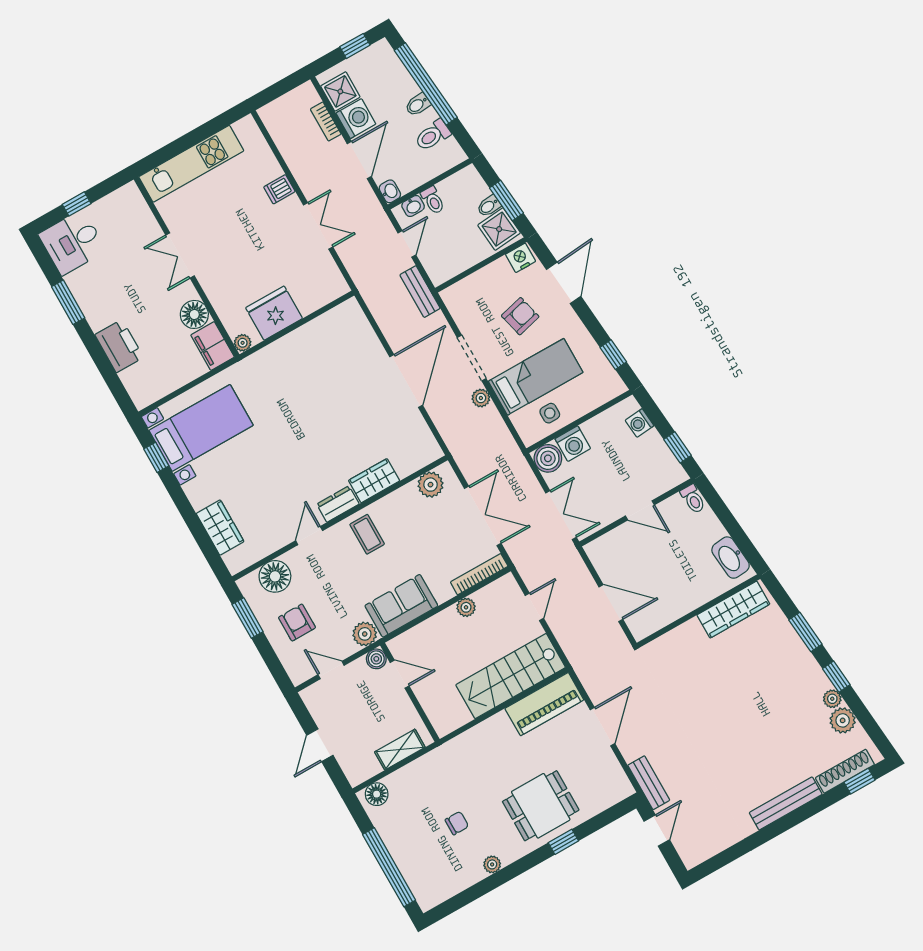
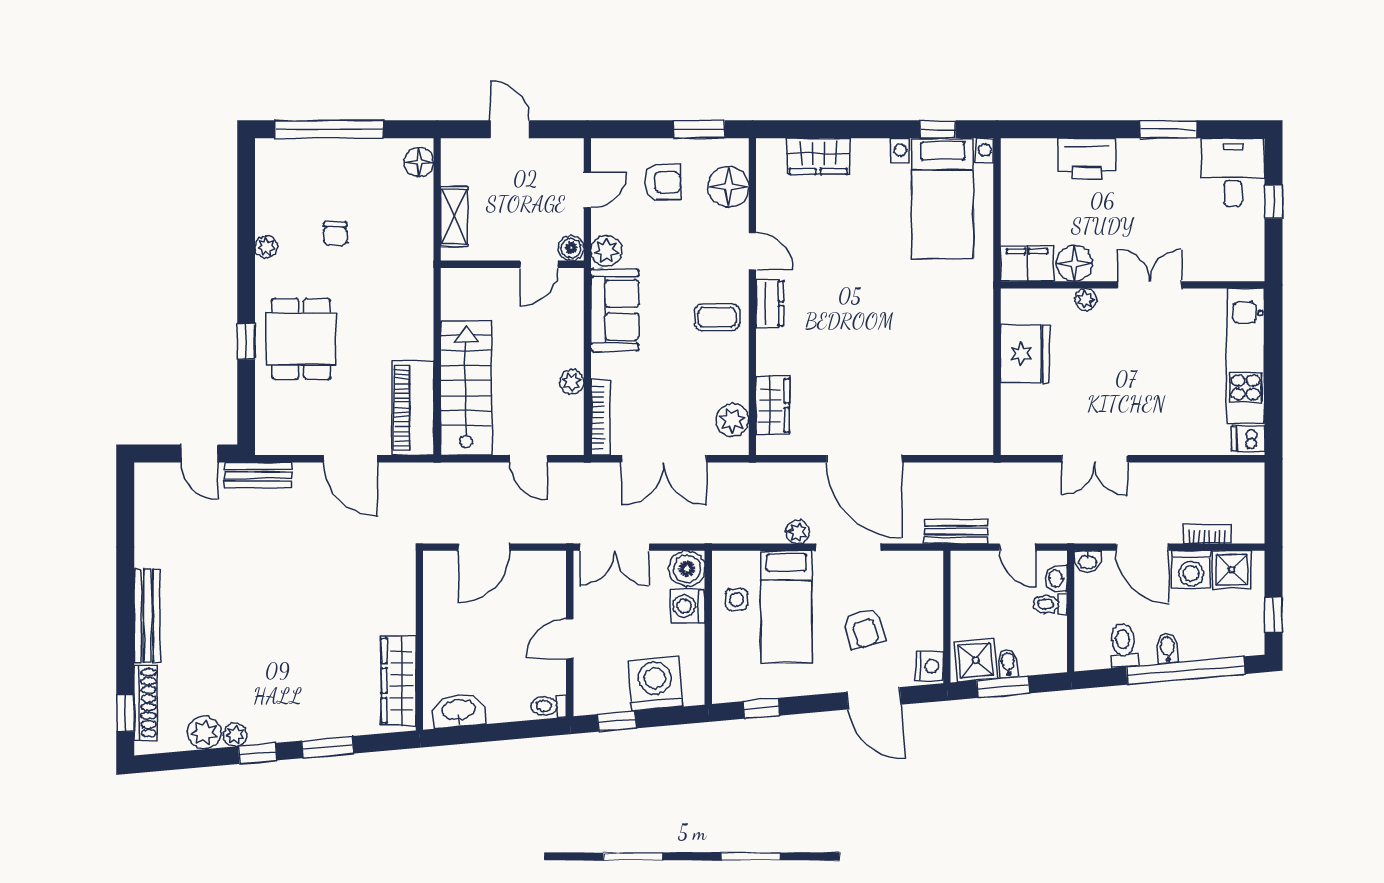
dishwasher: (279, 189) -> (1248, 439), moved, turned -90
plant: (243, 343) -> (1086, 299), moved
washing machine: (640, 423) -> (655, 683), width x1.89, depth x1.89
wardrobe: (374, 481) -> (773, 405), moved

